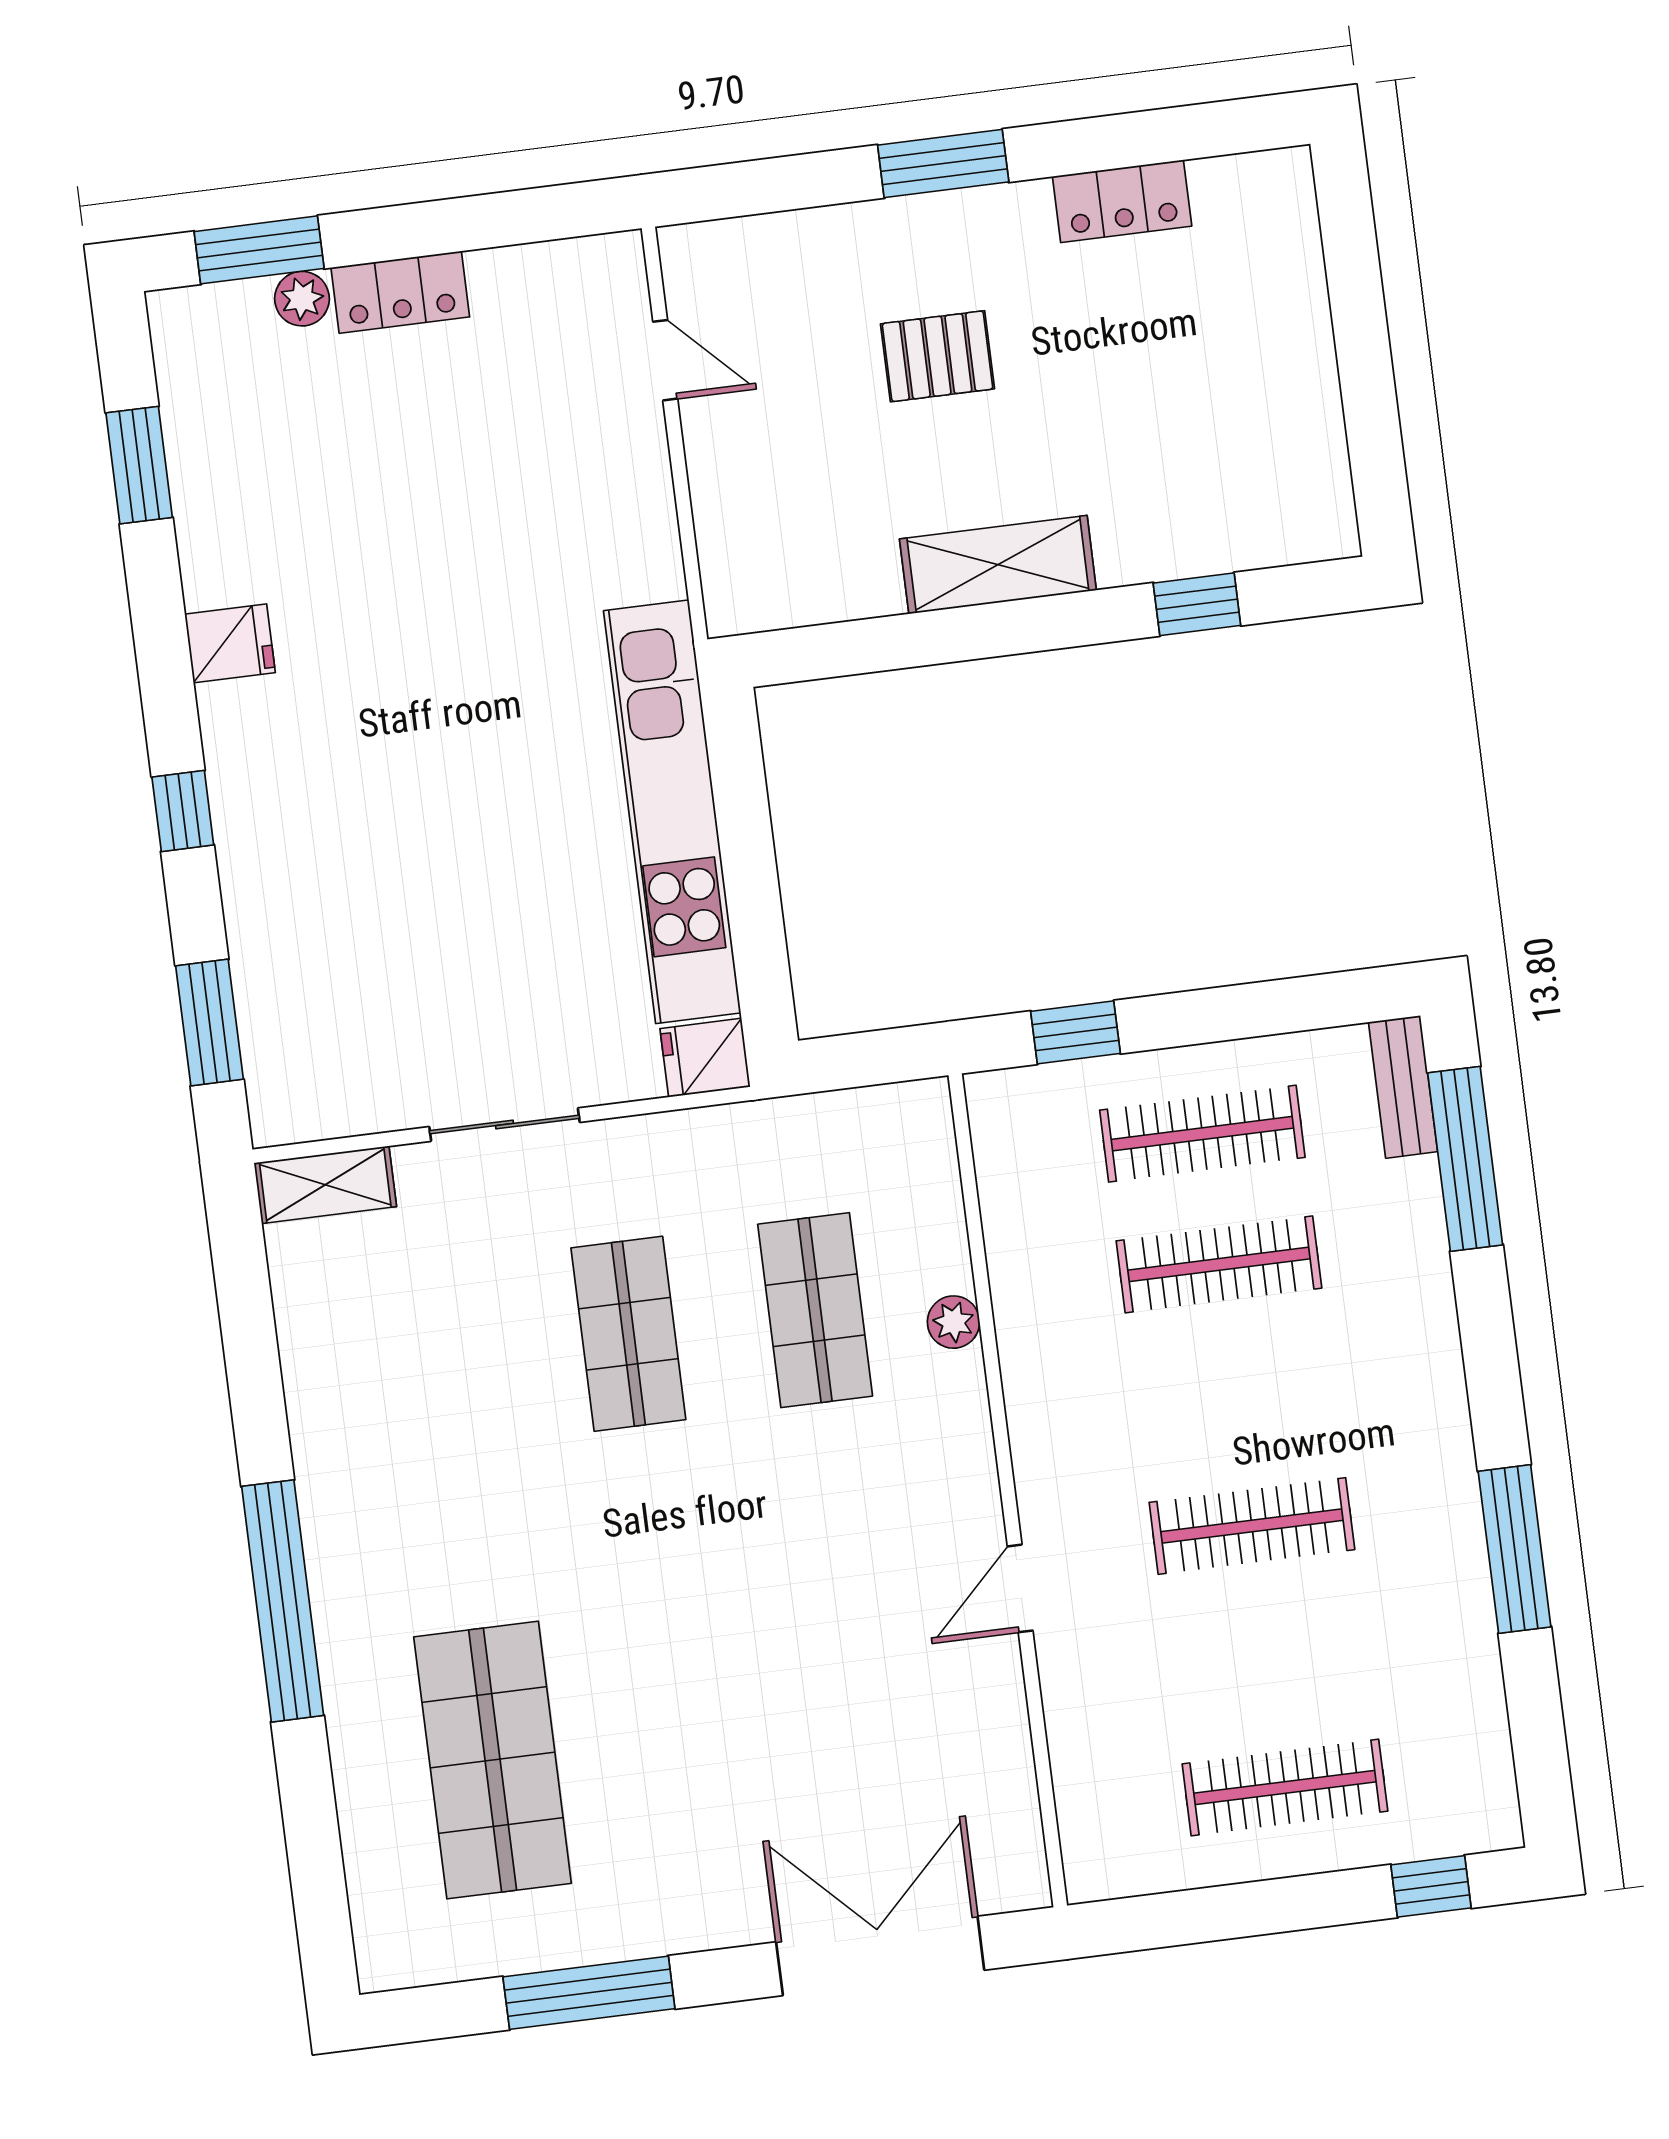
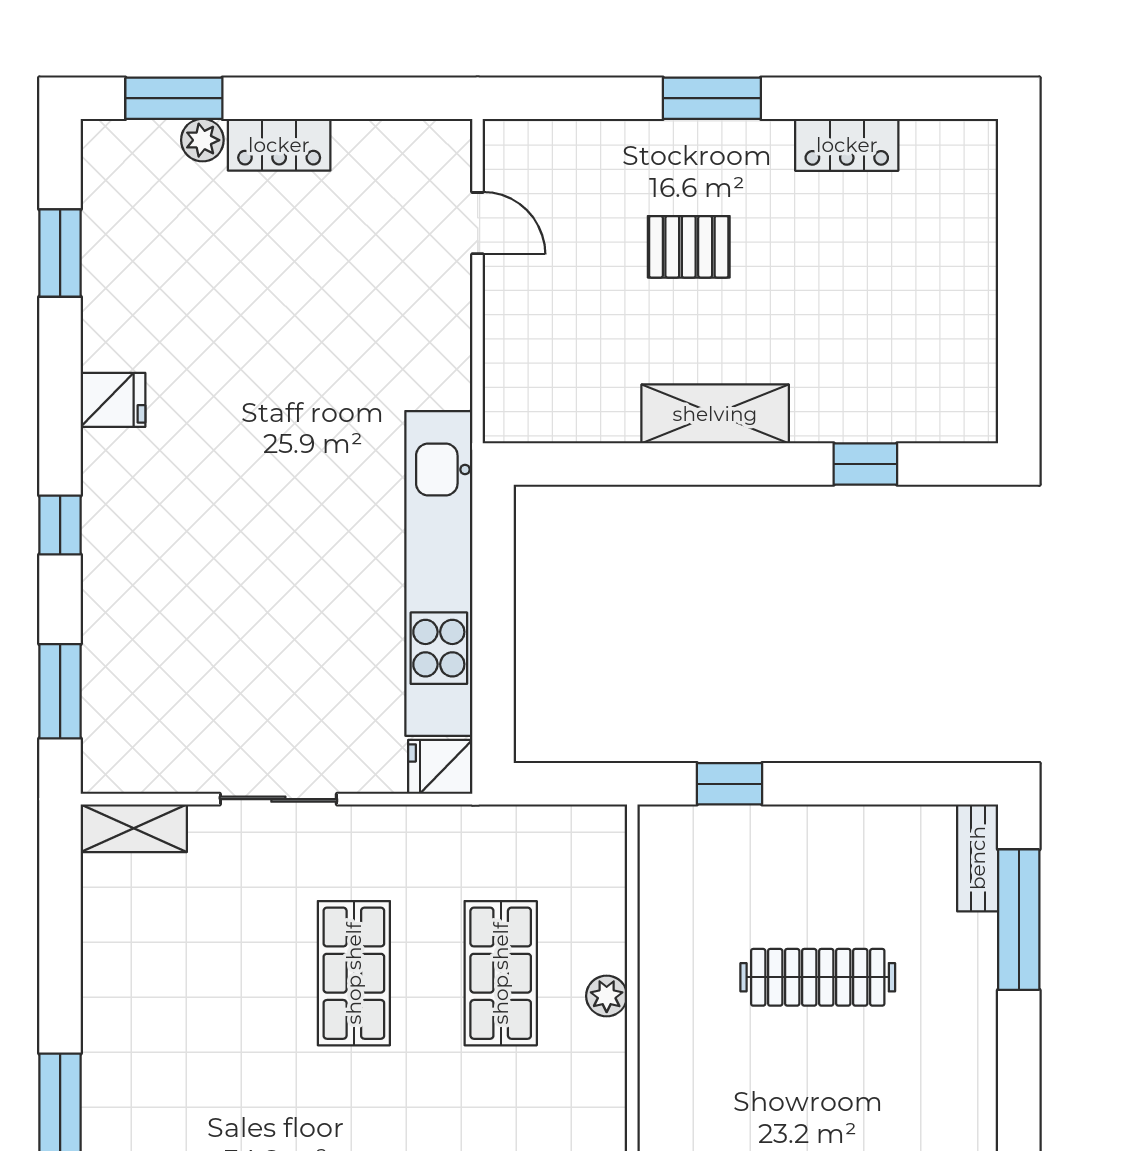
clothes rail: (1202, 1134) -> (818, 874), removed

